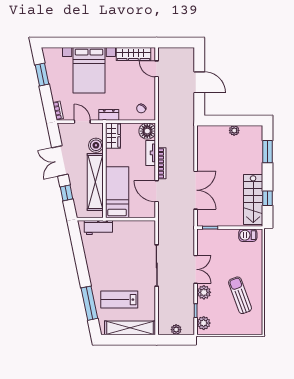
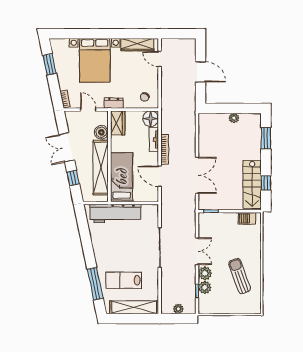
workbench: (98, 228) -> (115, 213), width x1.88, depth x1.32
plant: (204, 323) -> (205, 287), moved

